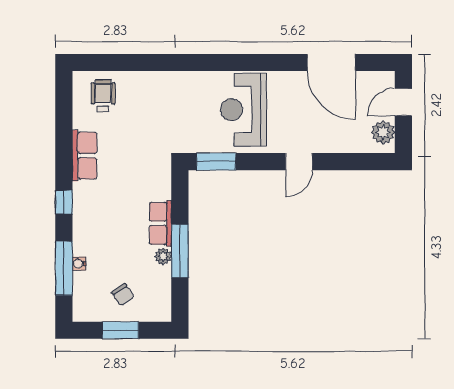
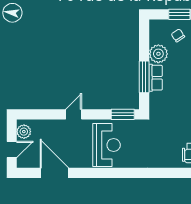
window: (180, 251) -> (144, 77), moved
plant: (163, 256) -> (158, 54), width x1.88, depth x1.88

